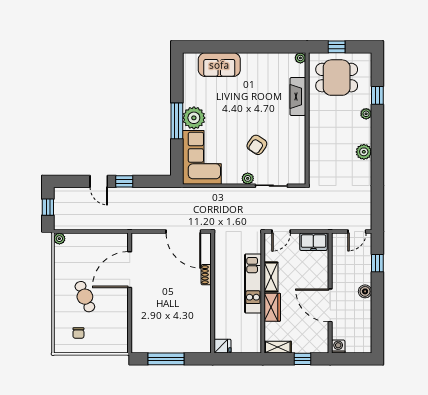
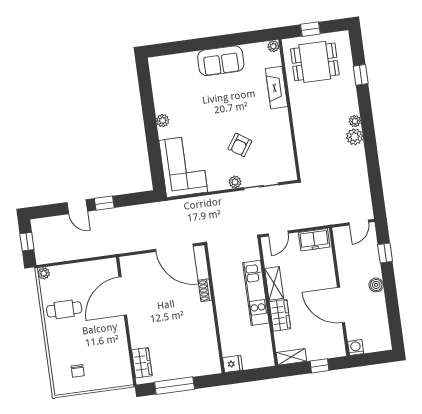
sofa: (219, 65) -> (221, 61), moved
plant: (366, 114) -> (355, 121), moved
plant: (194, 118) -> (163, 121), width x0.53, depth x0.53
window: (177, 121) -> (151, 131), removed
cafe table: (85, 297) -> (64, 309), moved, turned -67
wardrobe: (139, 334) -> (142, 363), added

